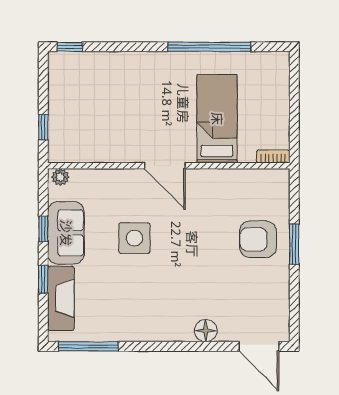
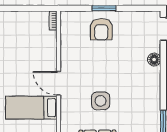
bed: (217, 119) -> (31, 108), moved
door: (165, 166) -> (59, 83), swing flipped

